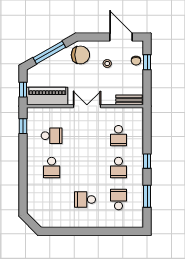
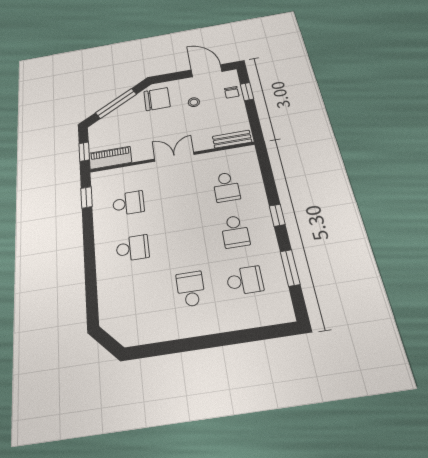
piano: (47, 96) -> (110, 158), width x0.73, depth x0.75
school desk: (52, 168) -> (133, 248), turned -90
school desk: (85, 199) -> (191, 289), turned 90
school desk: (118, 199) -> (245, 280), turned 90

